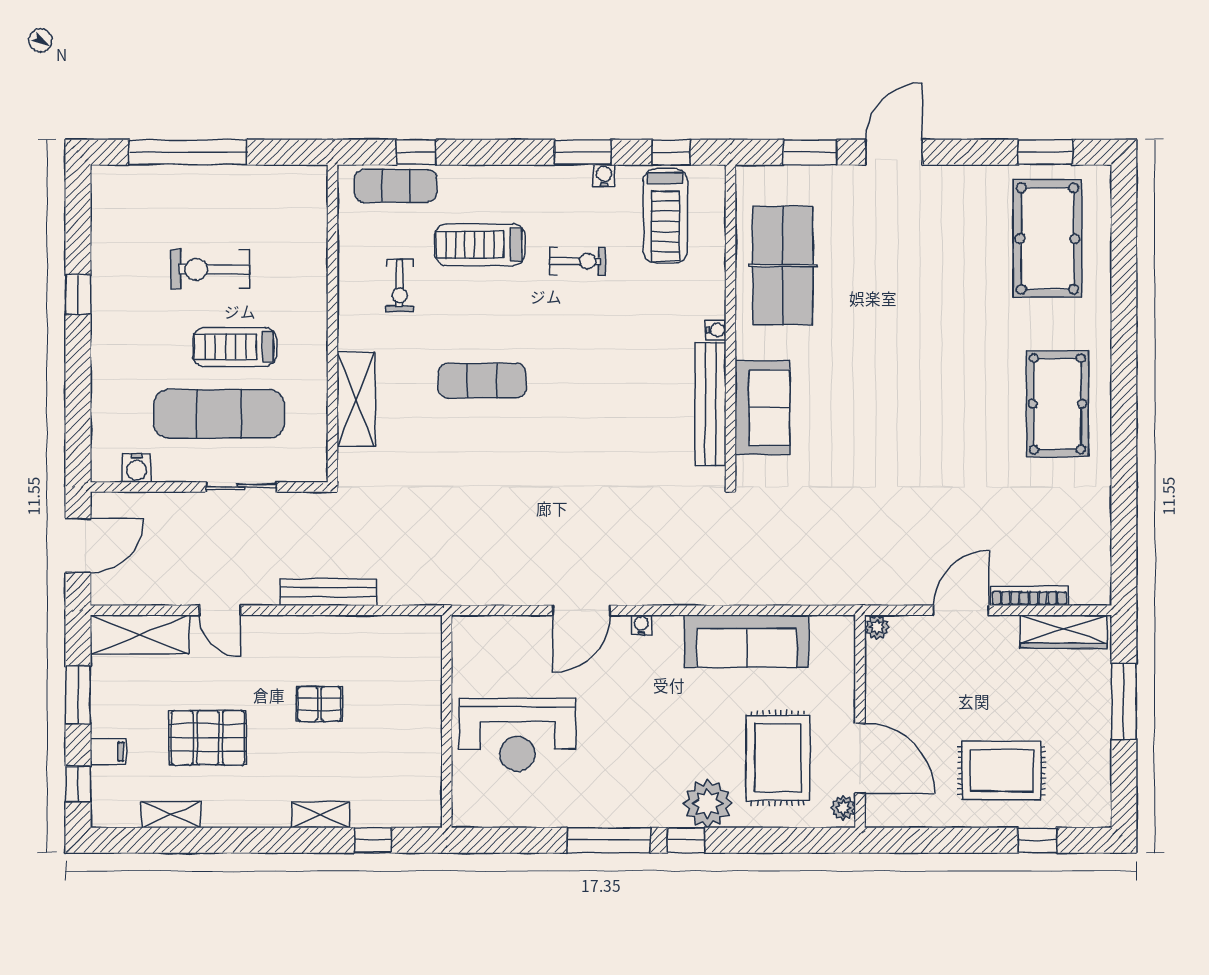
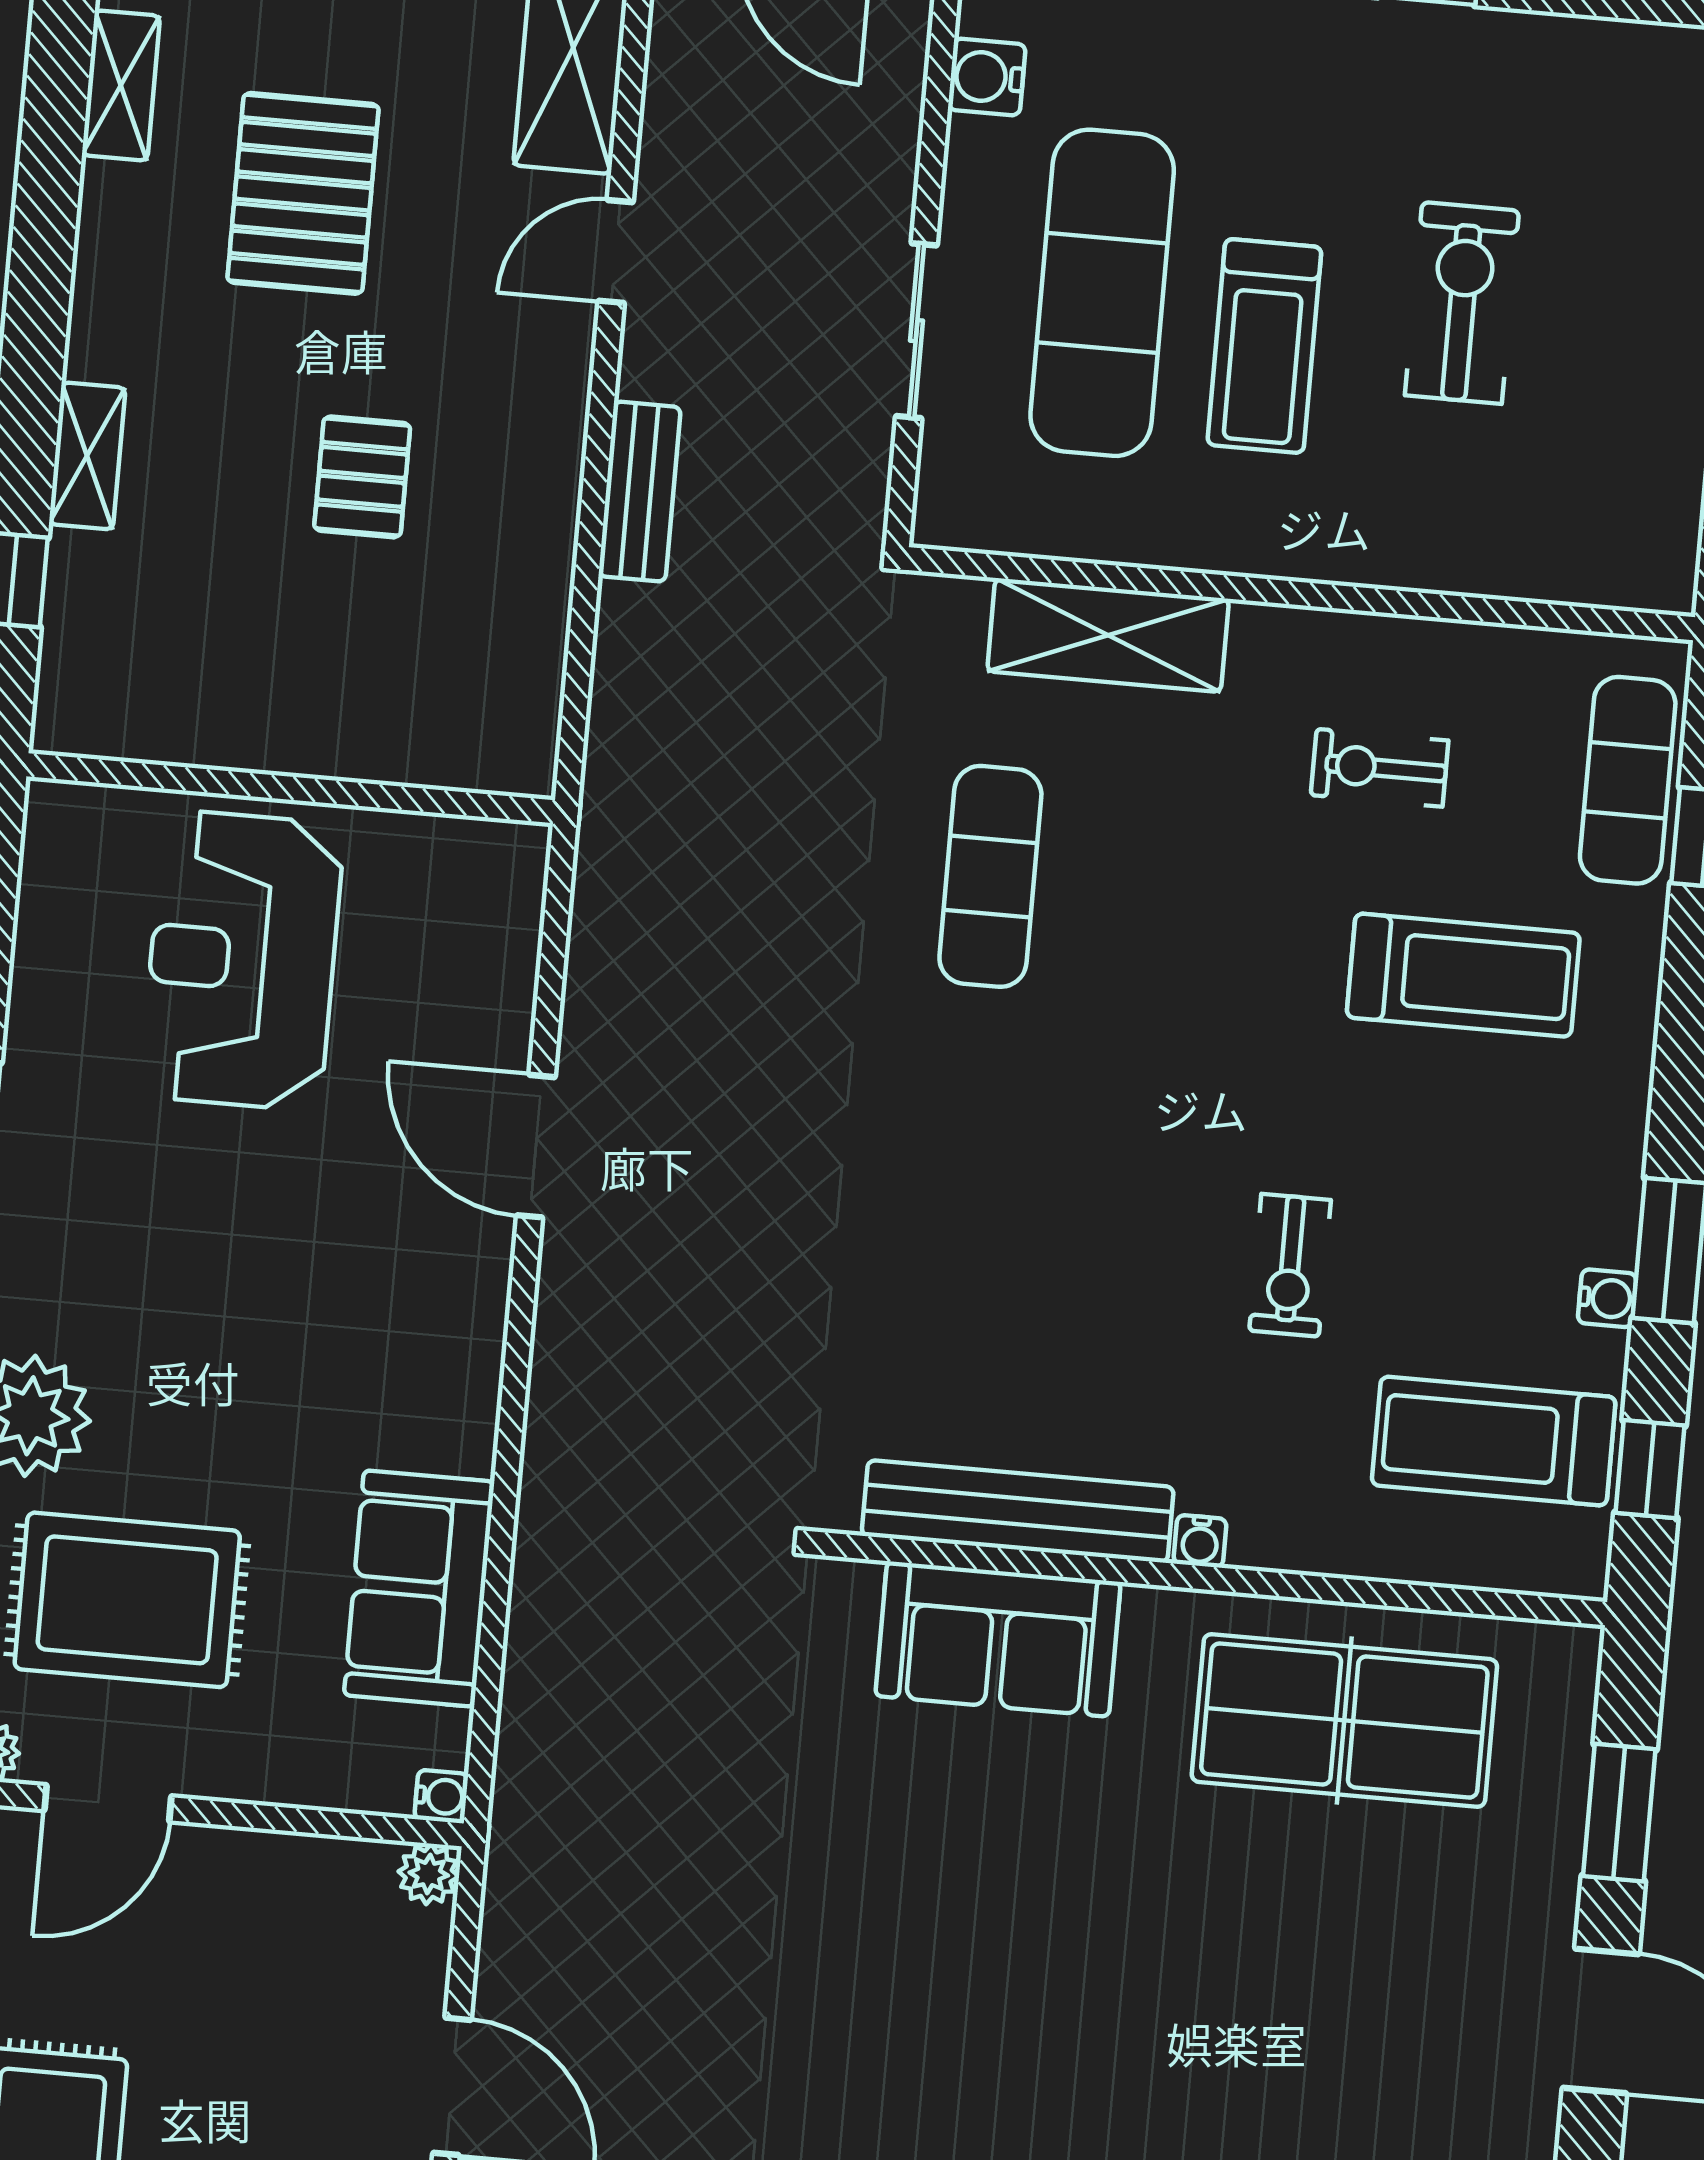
treadmill: (480, 245) -> (1463, 975), turned 90
exercise bike: (578, 261) -> (1290, 1265), moved
treadmill: (235, 347) -> (1264, 346), turned 180
exercise mat: (482, 381) -> (990, 876), moved
bench: (328, 592) -> (640, 492), width x0.73
water cooler: (641, 625) -> (441, 1796), moved
sofa: (746, 641) -> (419, 1588), width x0.73
door: (860, 758) -> (108, 1803), width x0.73

